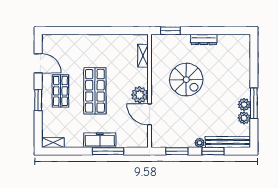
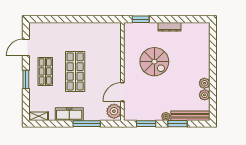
shelving: (143, 56) -> (117, 41), removed
door: (38, 63) -> (26, 47), swing flipped
plant: (140, 95) -> (114, 111), moved
window: (254, 103) -> (213, 82), removed
door: (149, 114) -> (122, 92), hinge flipped
freezer: (100, 140) -> (69, 114), moved

